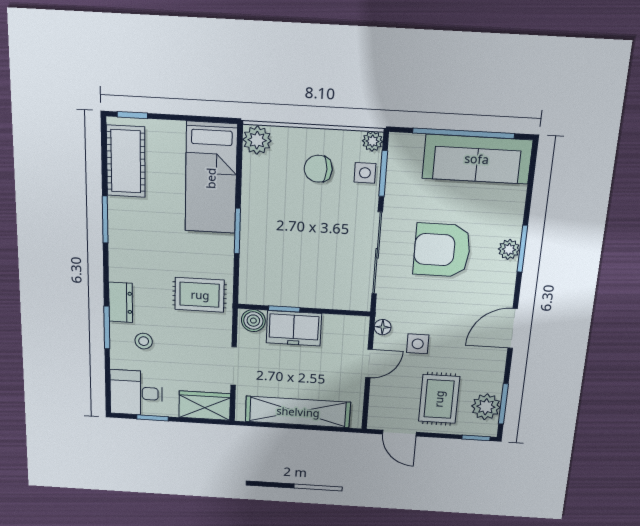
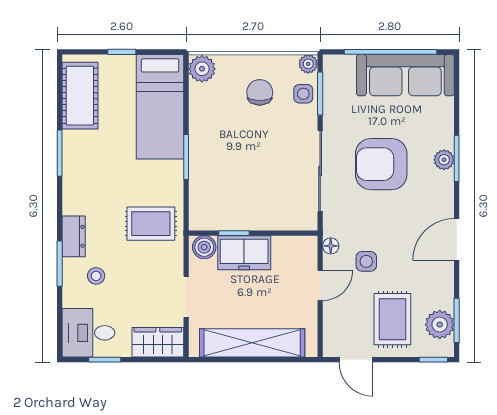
window: (132, 115) -> (122, 52), moved
chair: (318, 169) -> (260, 92), turned 90

